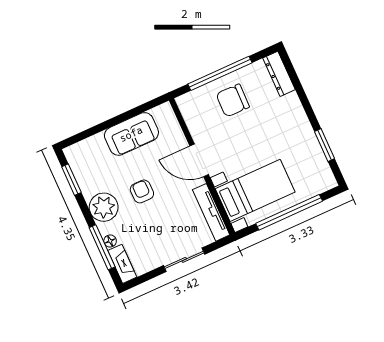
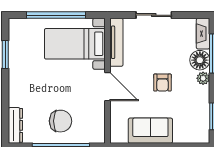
plant: (104, 207) -> (203, 78), width x0.53, depth x0.53
floor lamp: (110, 241) -> (200, 60), width x1.89, depth x1.89

